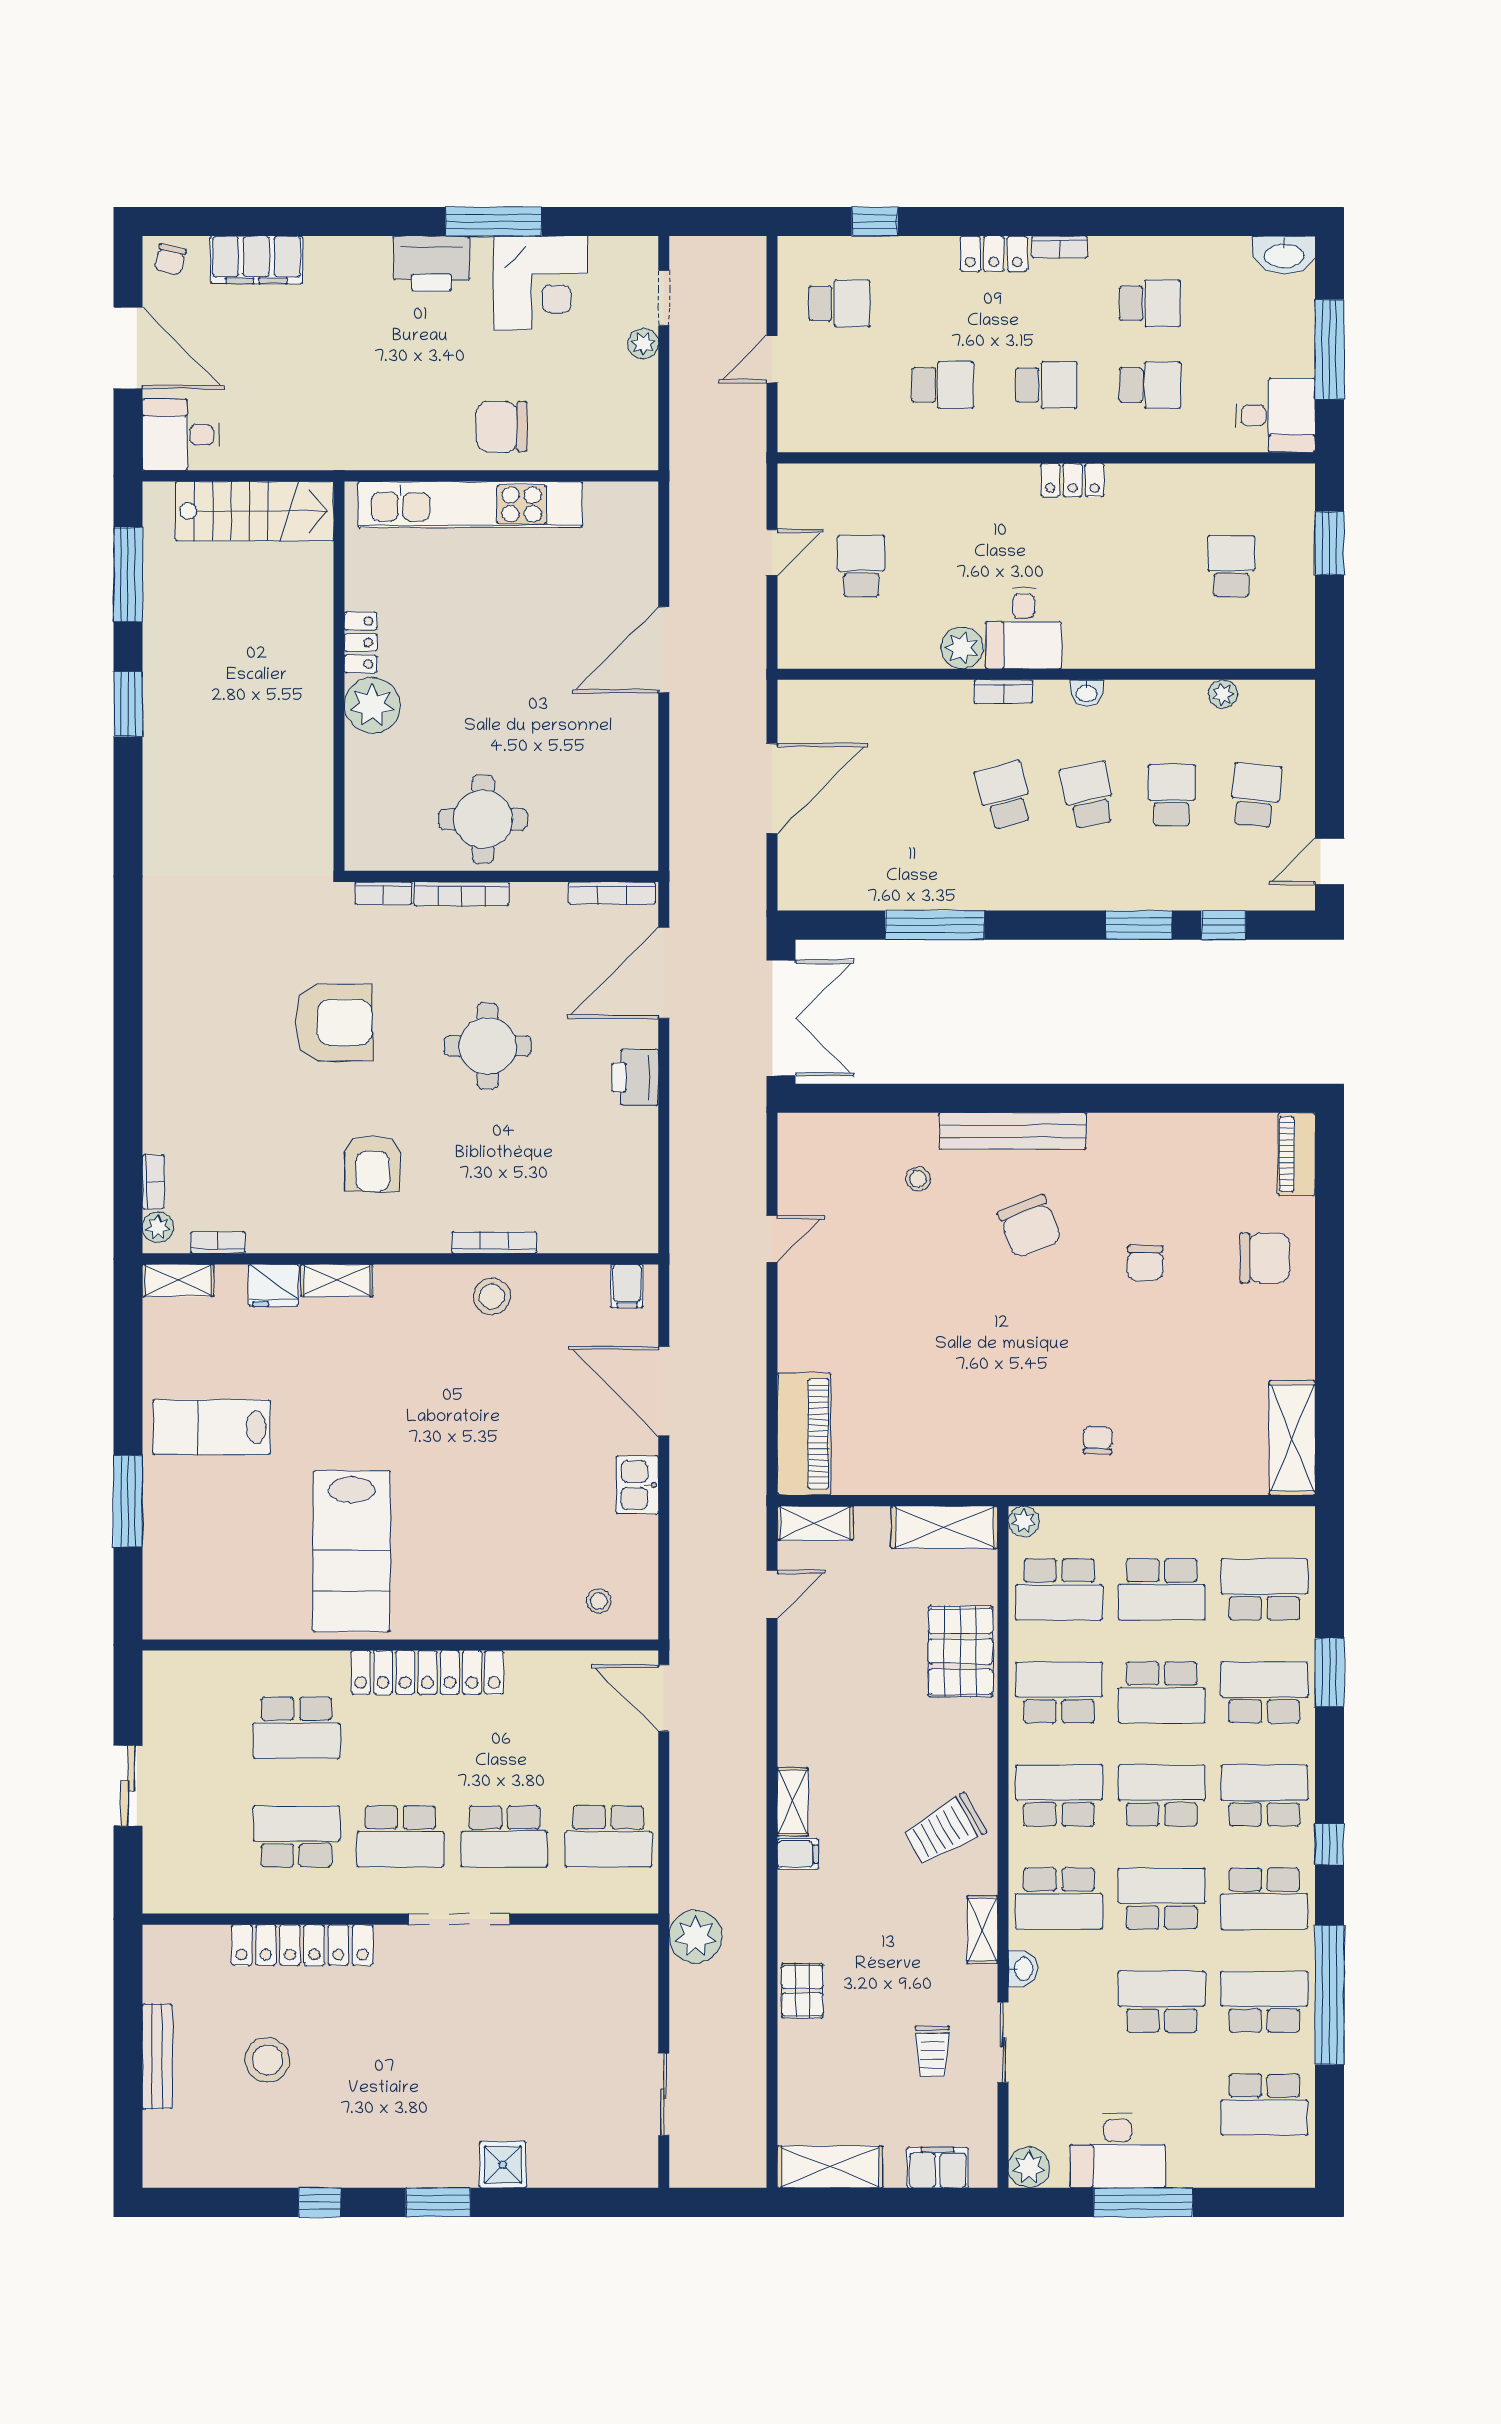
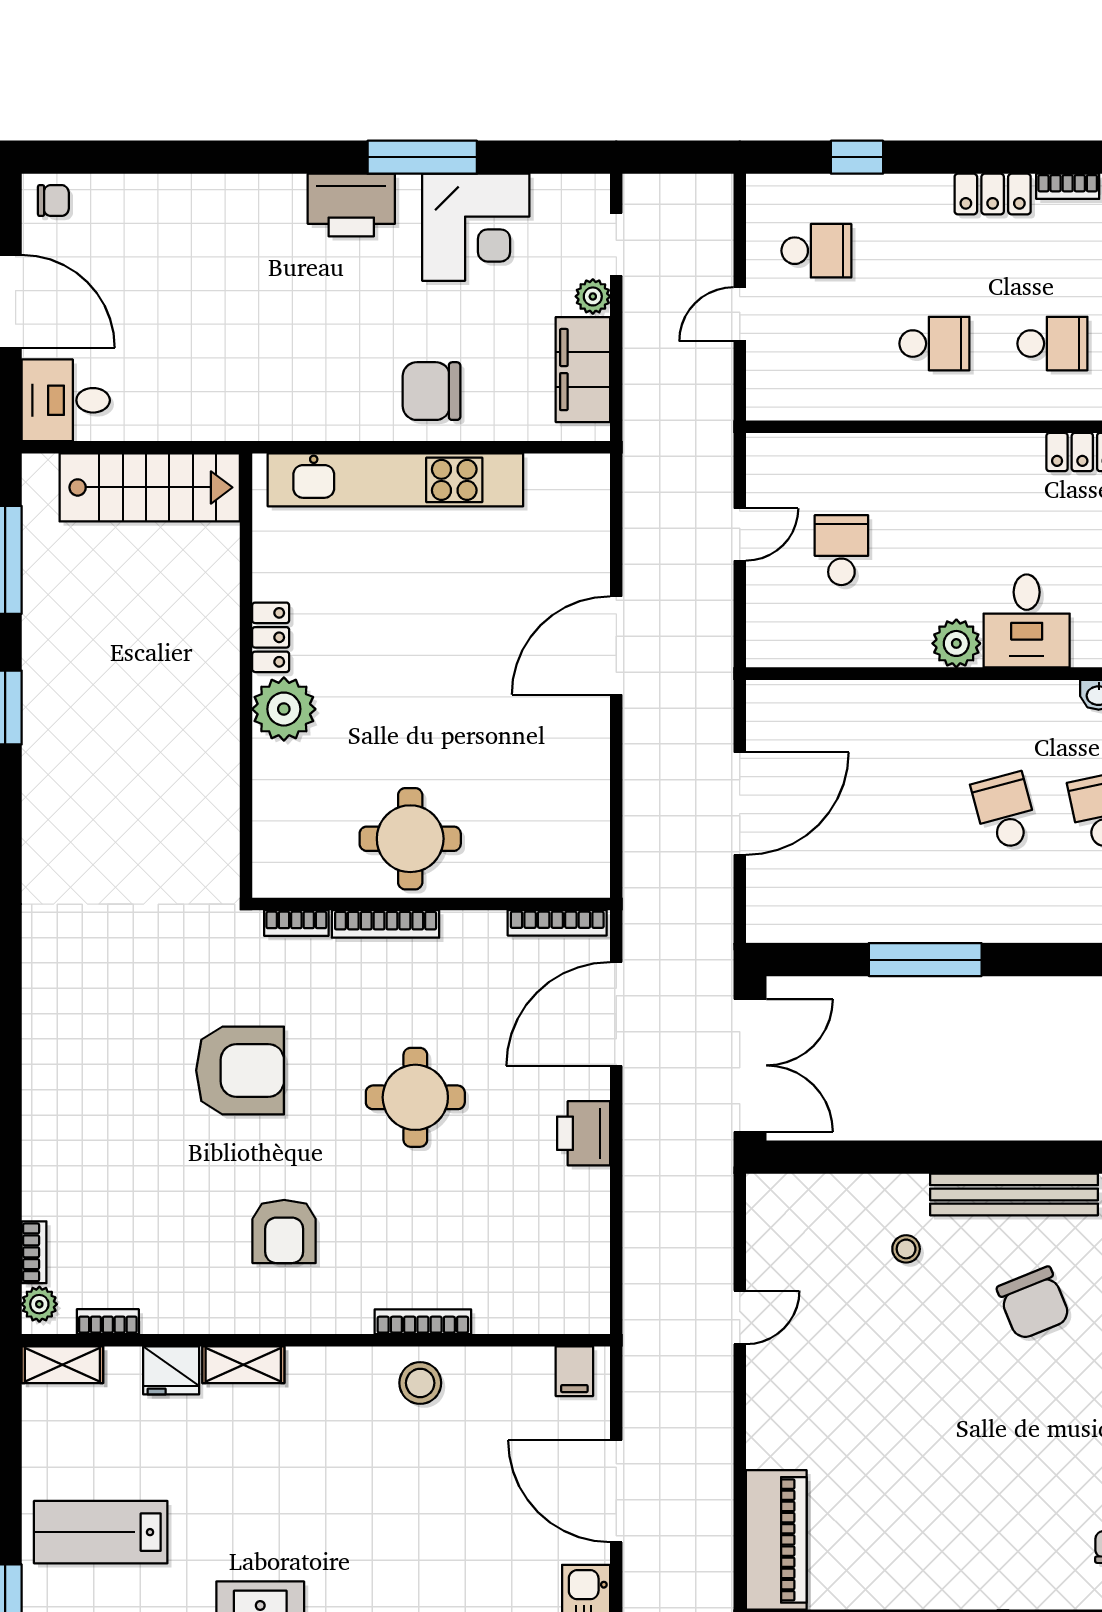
chair: (170, 260) -> (53, 201), turned -103
filing cabinet: (256, 260) -> (583, 370), moved, turned 90
bookcase: (1003, 691) -> (1004, 693), removed

